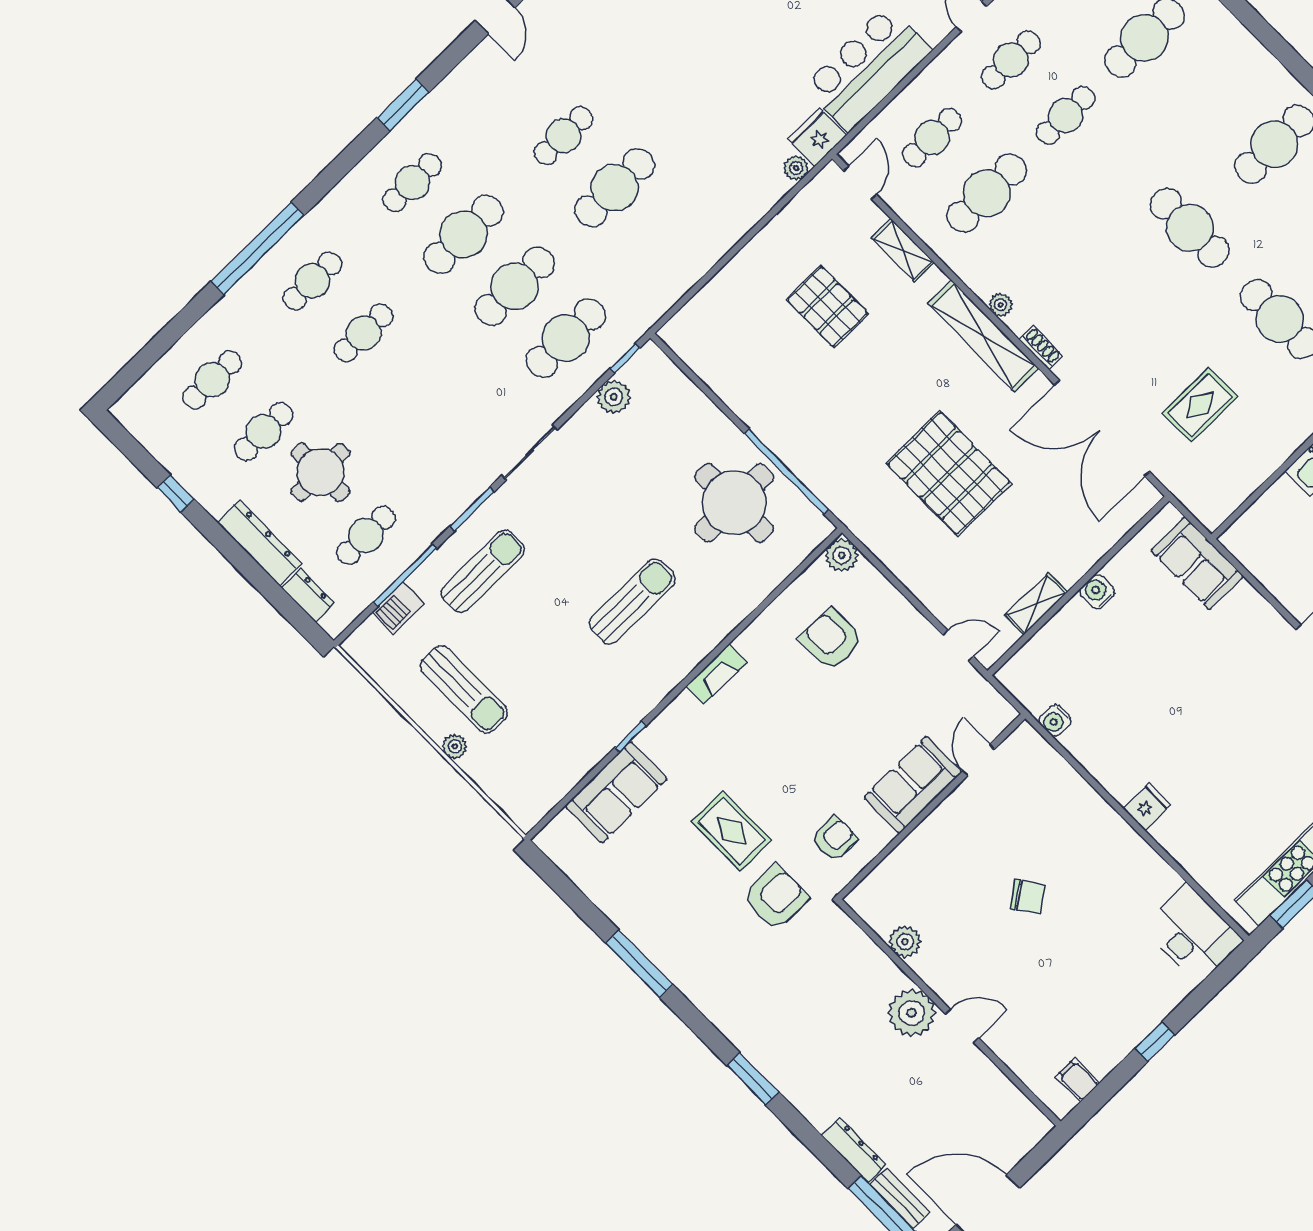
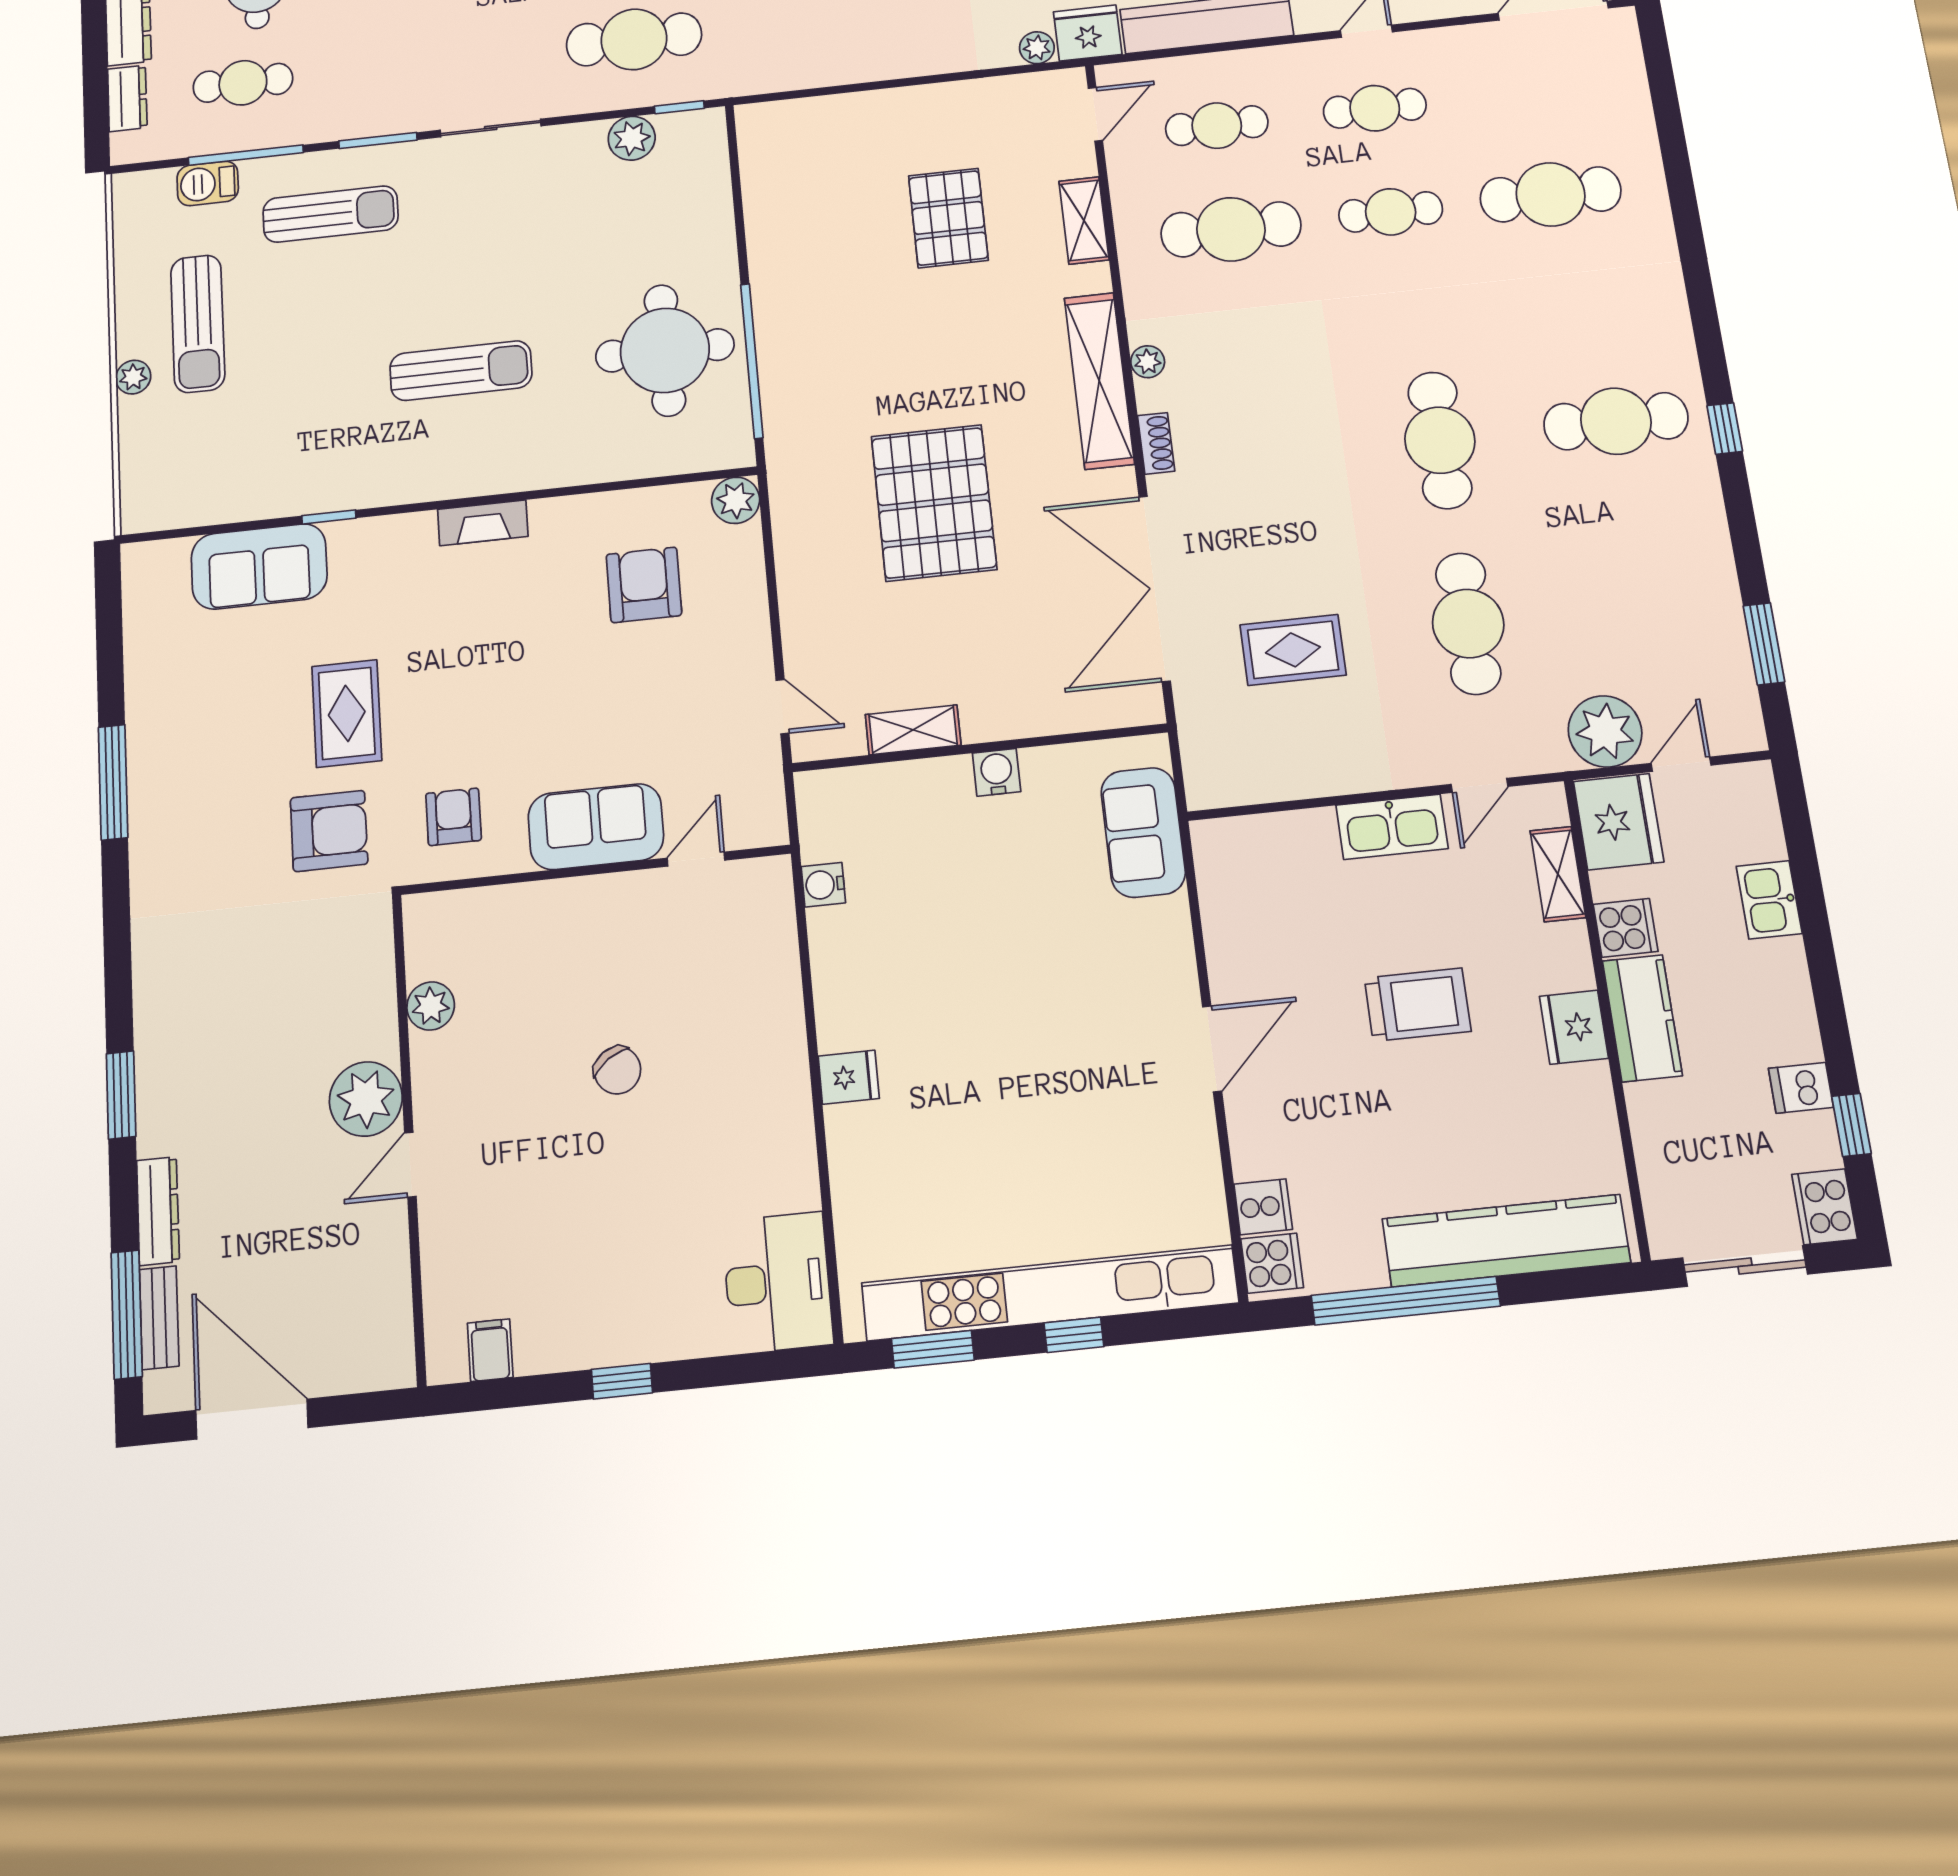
armchair: (834, 839) -> (454, 817), turned -90
door: (962, 1026) -> (410, 1165), swing flipped
window: (753, 1079) -> (121, 1095), moved

